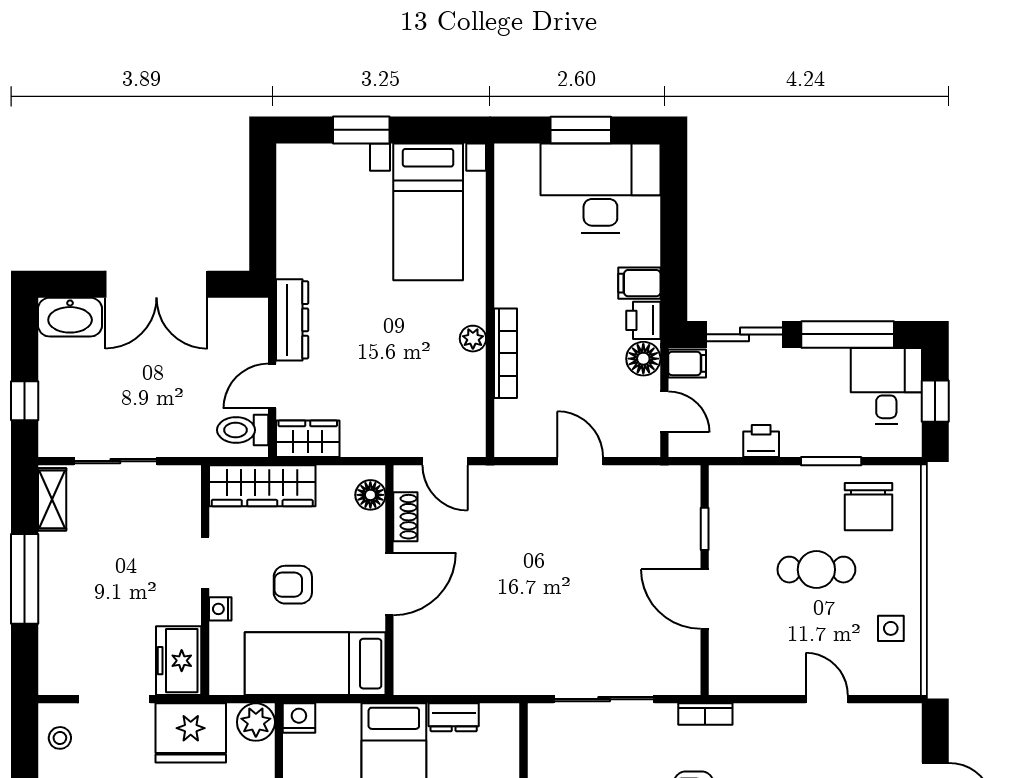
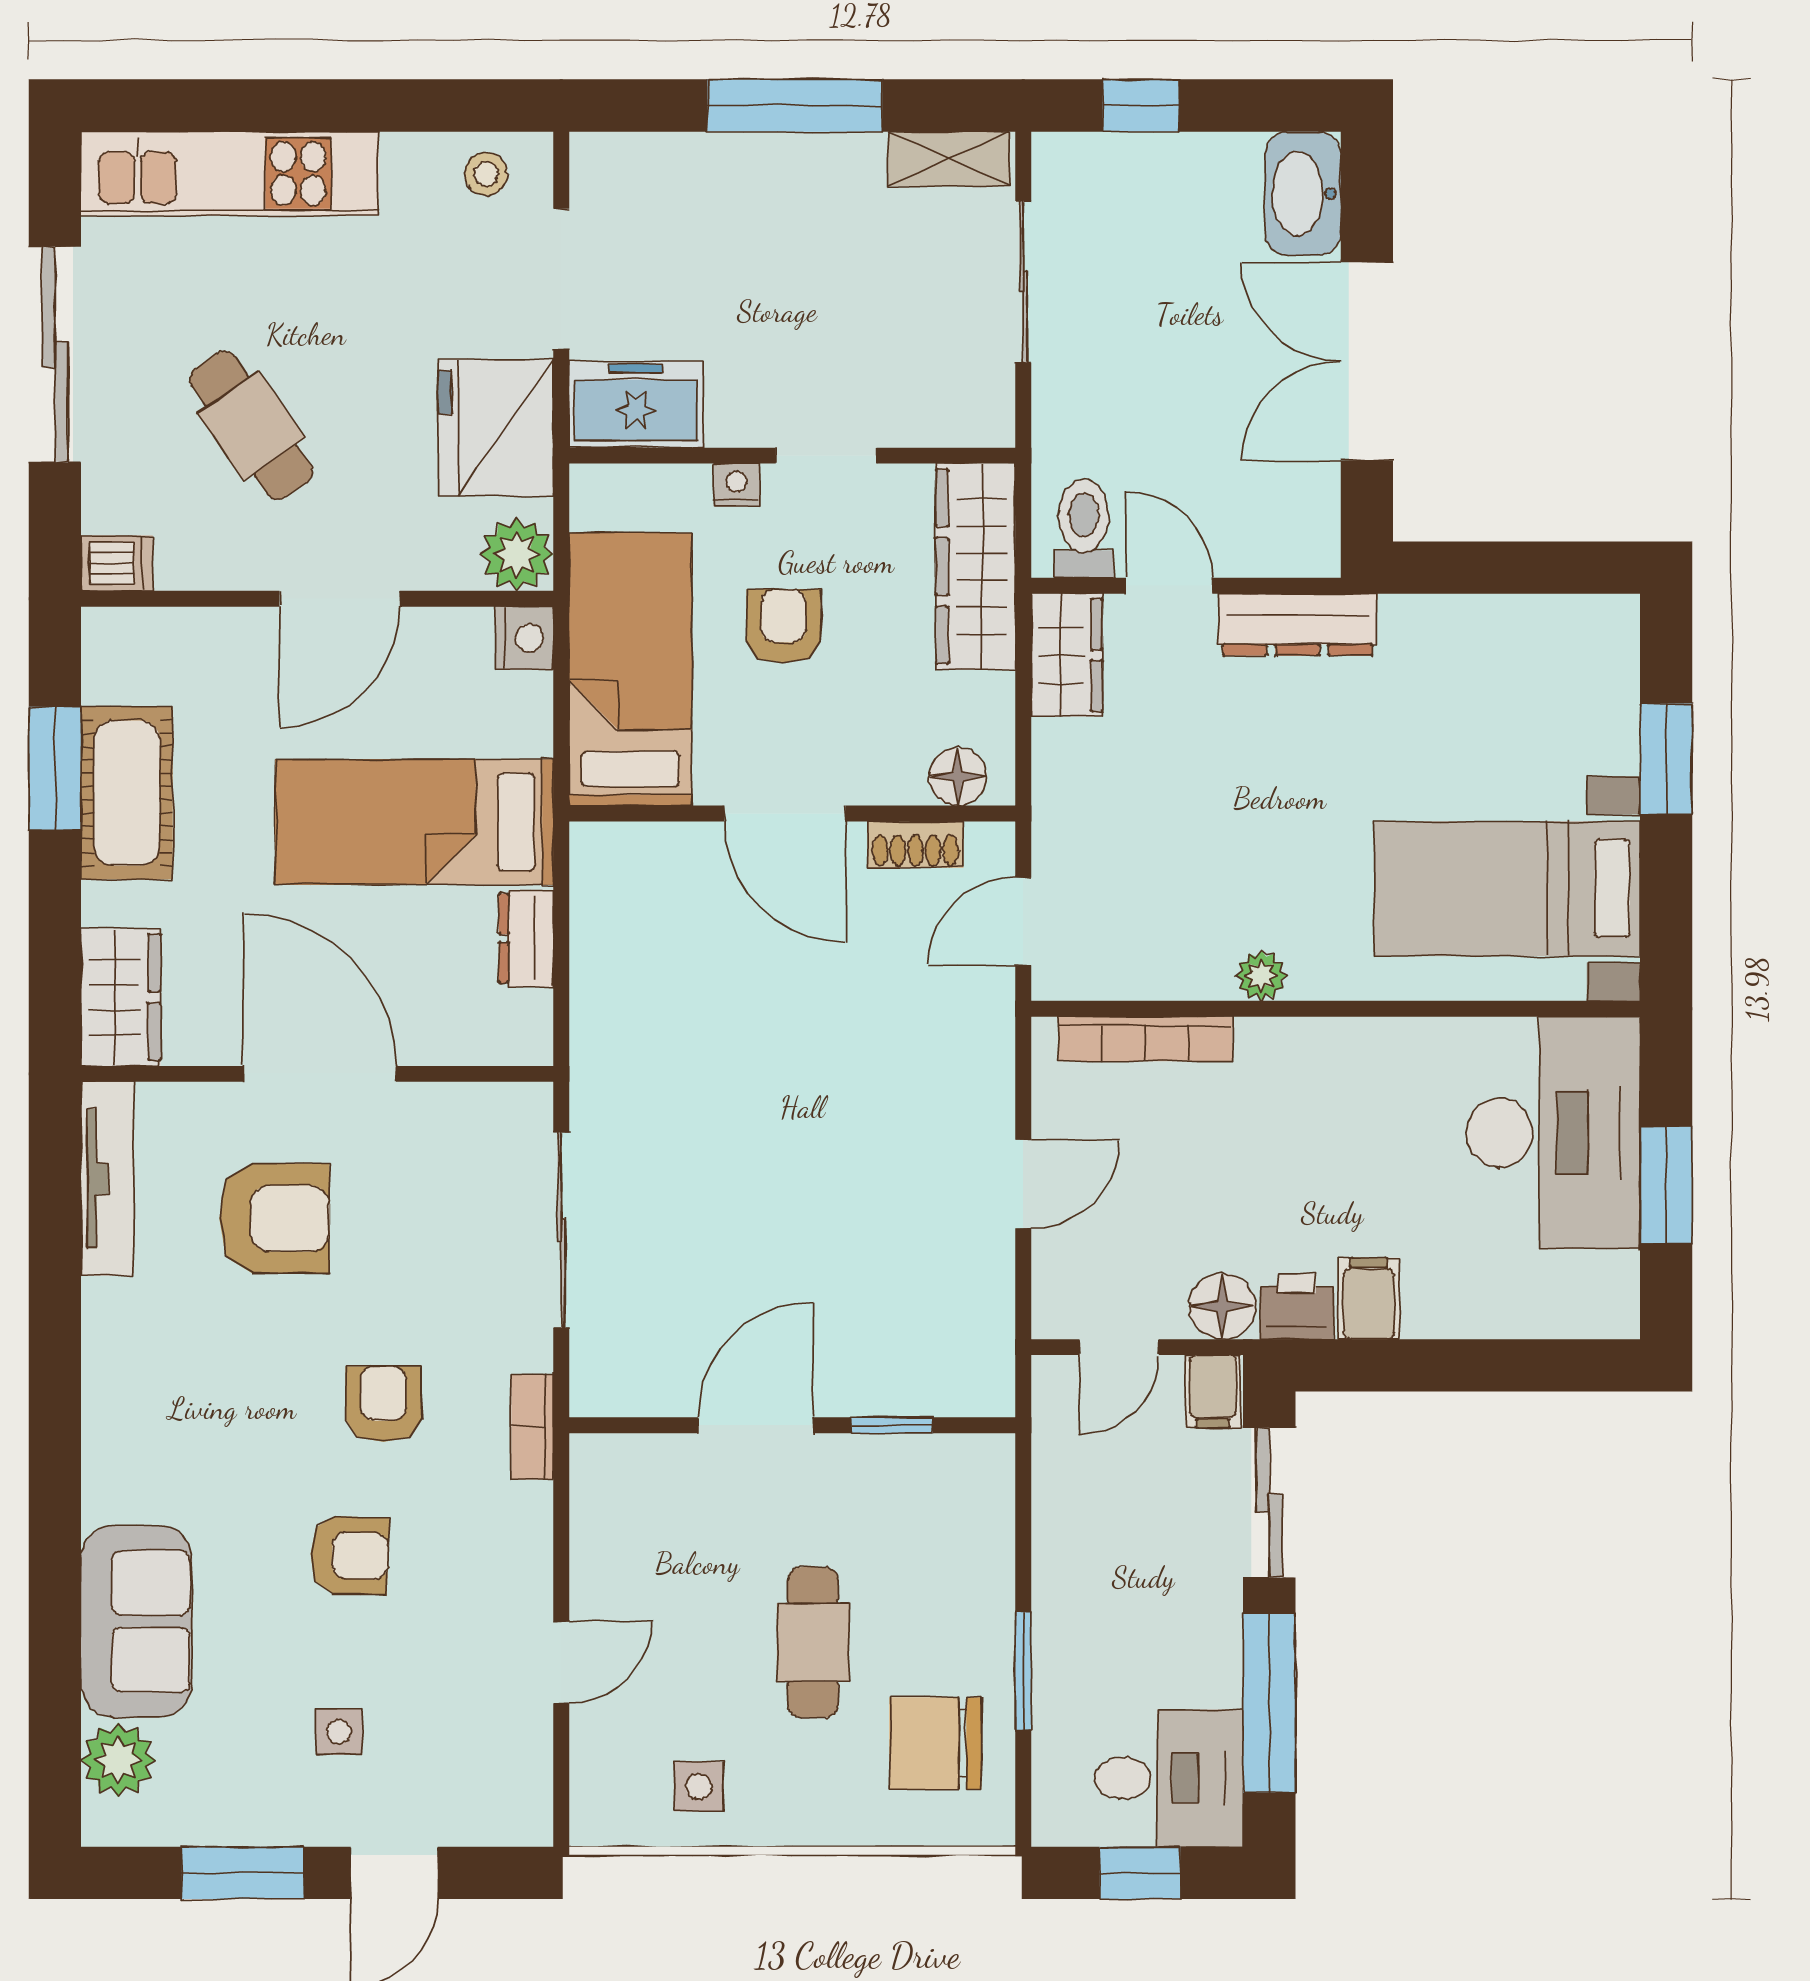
desk: (600, 188) -> (1553, 1133), moved
bookcase: (505, 353) -> (1145, 1039), moved
printer: (761, 441) -> (1062, 1535), removed

